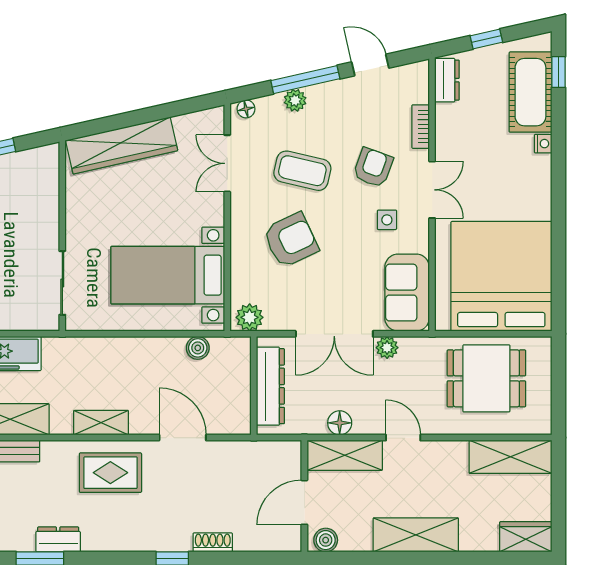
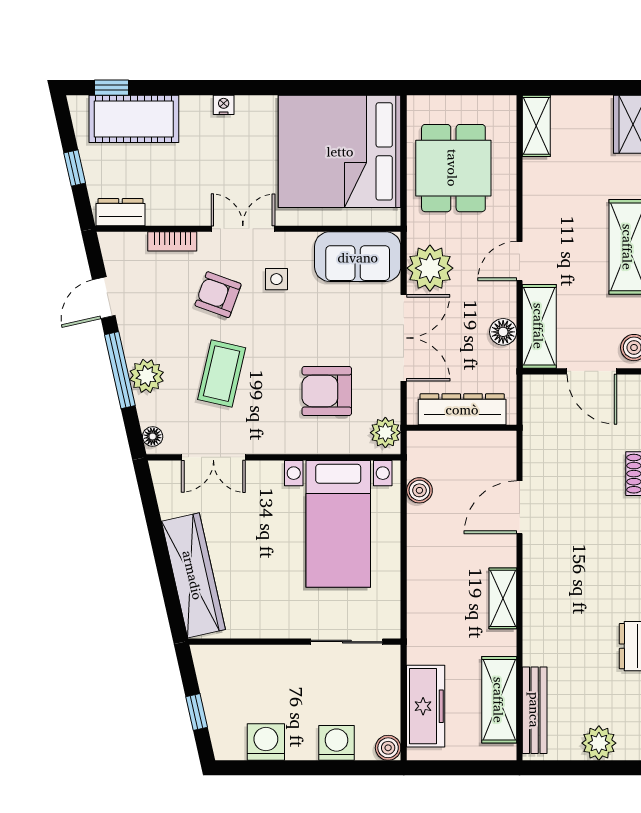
plant: (295, 100) -> (147, 376), width x1.38, depth x1.38
nightstand: (543, 144) -> (224, 105), moved
armchair: (291, 240) -> (327, 391), moved, turned -65
plant: (387, 348) -> (430, 268), width x1.88, depth x1.88
shelving: (510, 457) -> (536, 126), width x0.67, depth x0.75
rug: (110, 473) -> (559, 588), removed

